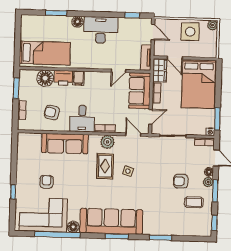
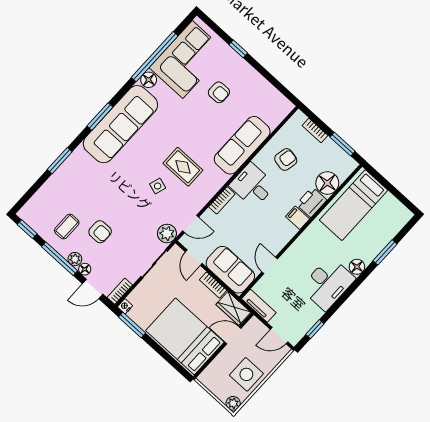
plant: (107, 142) -> (167, 234), moved
armchair: (181, 181) -> (100, 232), turned 90
window: (215, 191) -> (60, 259), width x1.44

